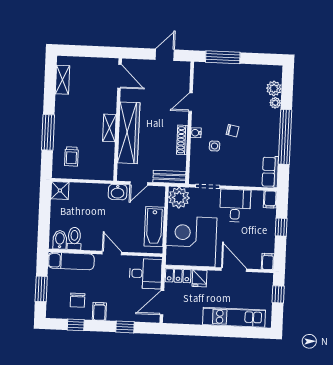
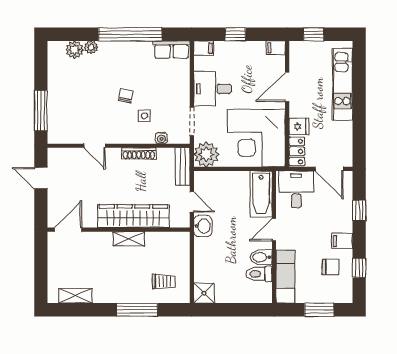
water cooler: (196, 133) -> (161, 138), moved
bathtub: (154, 227) -> (261, 194), moved, turned 90
bidet: (60, 240) -> (261, 257), moved

